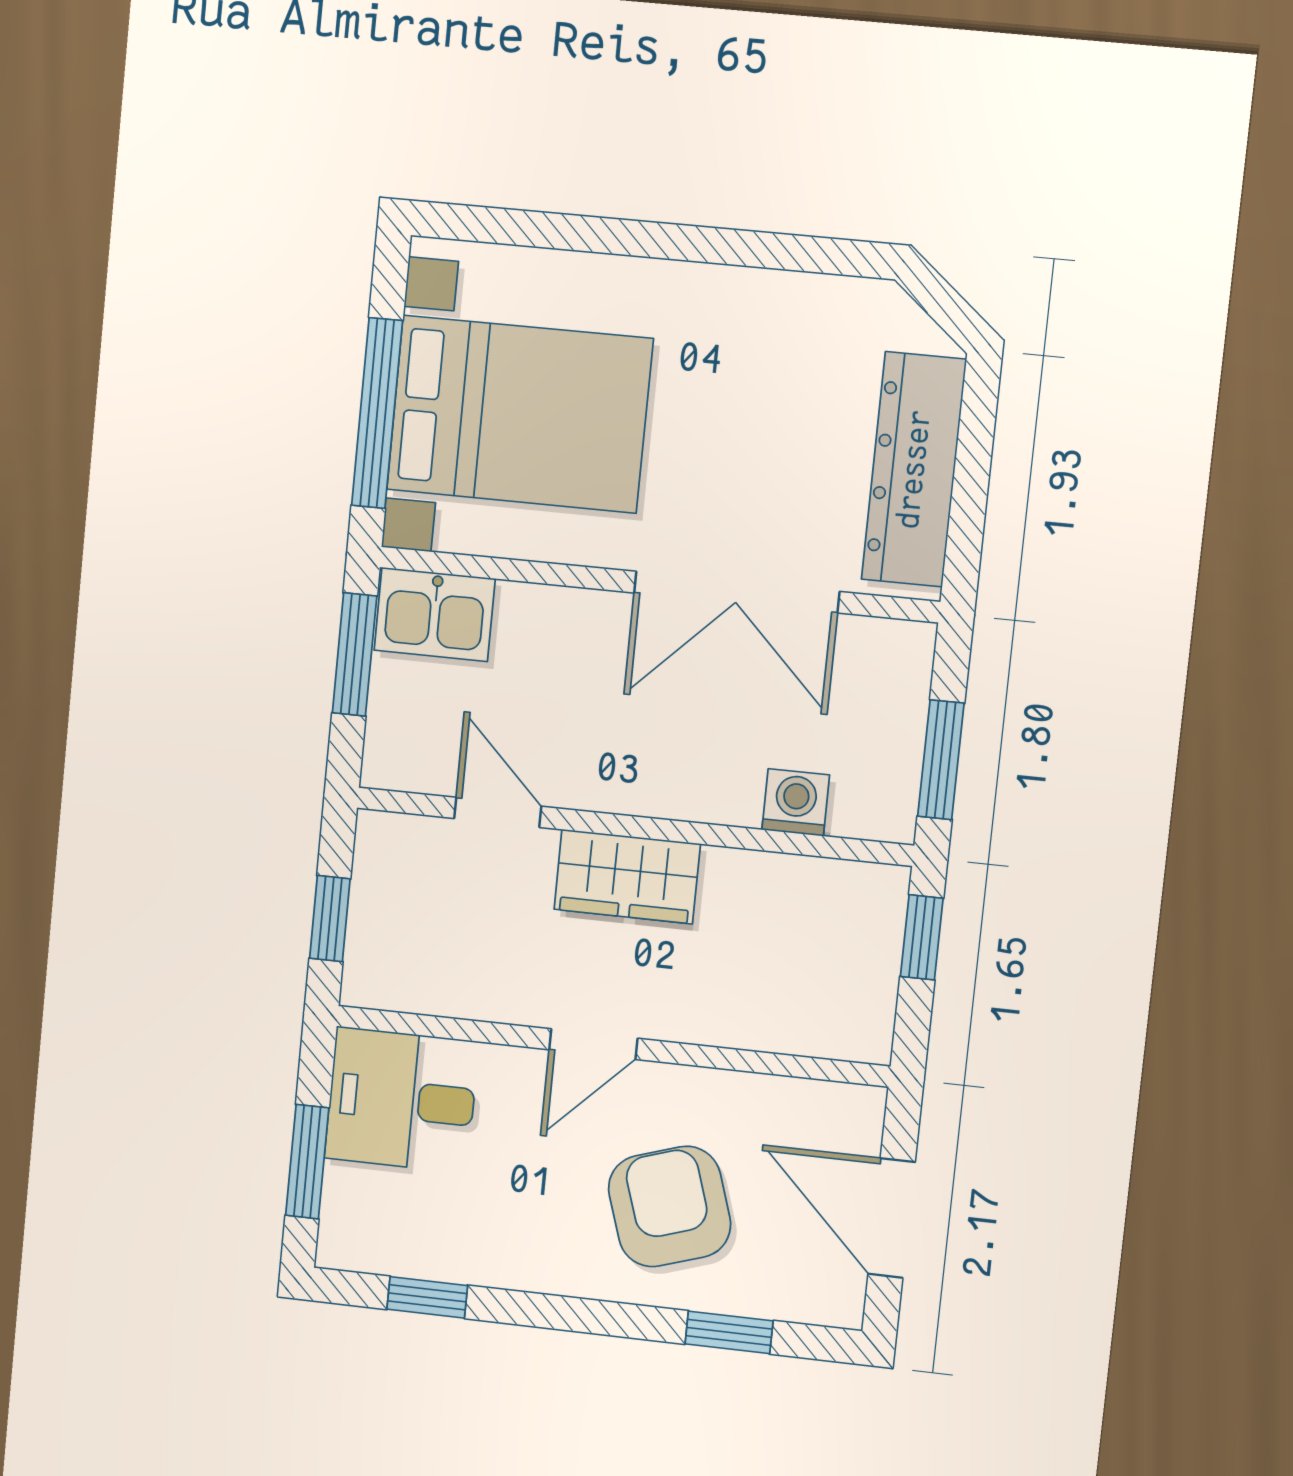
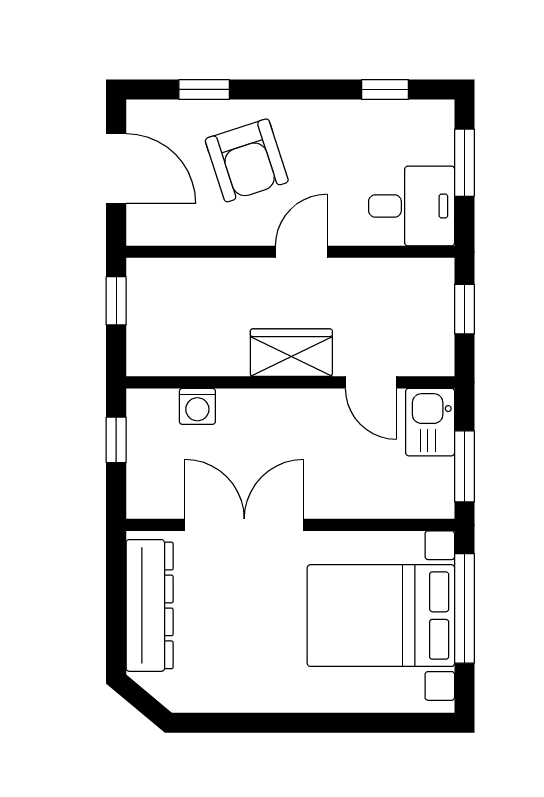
kitchen sink: (435, 614) -> (430, 422), moved, turned -90
window: (941, 760) -> (116, 440), width x0.67
window: (922, 937) -> (116, 301), moved

